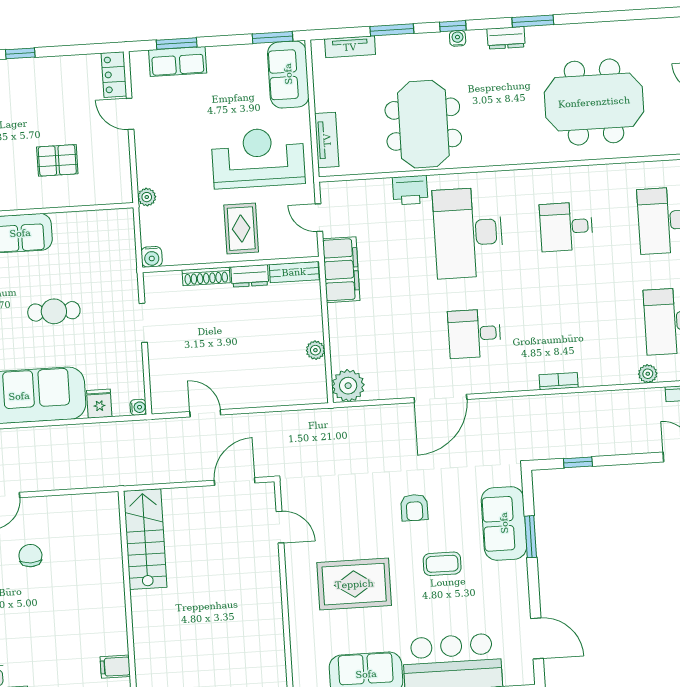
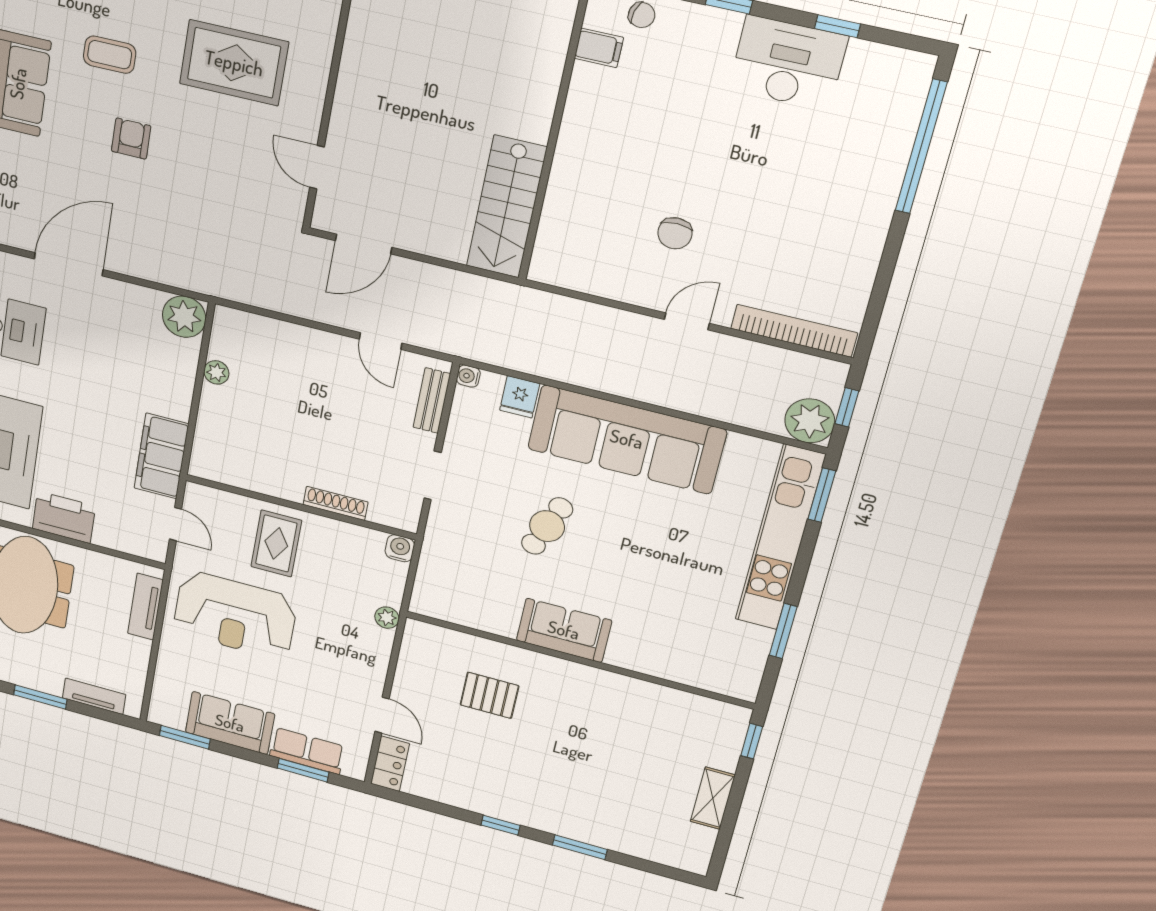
sofa: (288, 74) -> (230, 723), moved, turned -90
printer: (410, 190) -> (64, 517), width x1.37, depth x1.19
bench: (294, 272) -> (432, 401), moved, turned 90
dresser: (250, 276) -> (279, 486), removed
cafe table: (54, 311) -> (547, 526), turned -69

